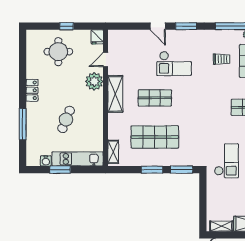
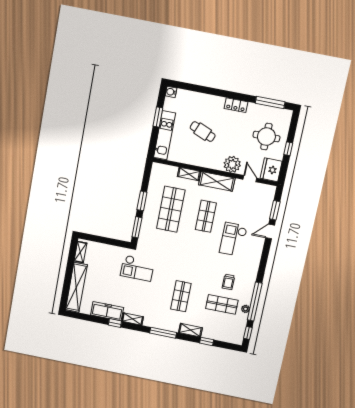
window: (186, 26) -> (275, 210), moved
fridge: (97, 37) -> (271, 170), width x1.88, depth x1.34
window: (23, 124) -> (270, 103), moved
shelving: (113, 152) -> (189, 174), moved
water cooler: (46, 161) -> (171, 92), moved

